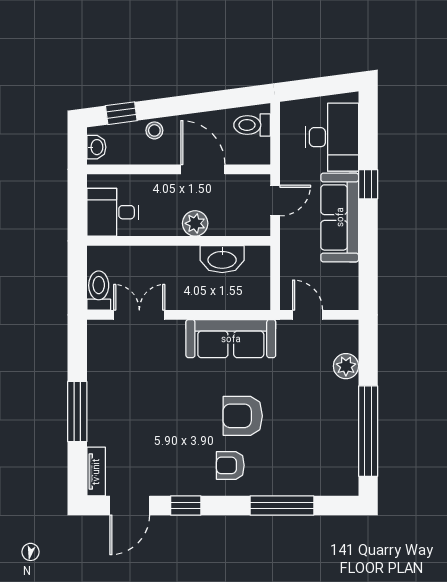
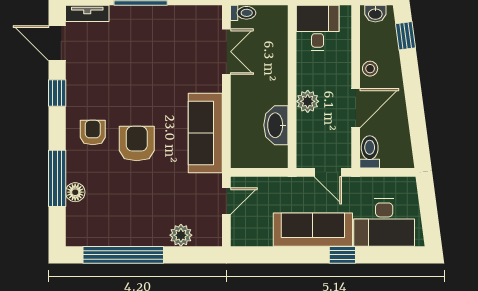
toilet: (252, 125) -> (370, 152), moved
stool: (154, 130) -> (370, 69), moved
toilet: (99, 290) -> (243, 13), width x0.73, depth x0.72
floor lamp: (298, 485) -> (75, 192), added

